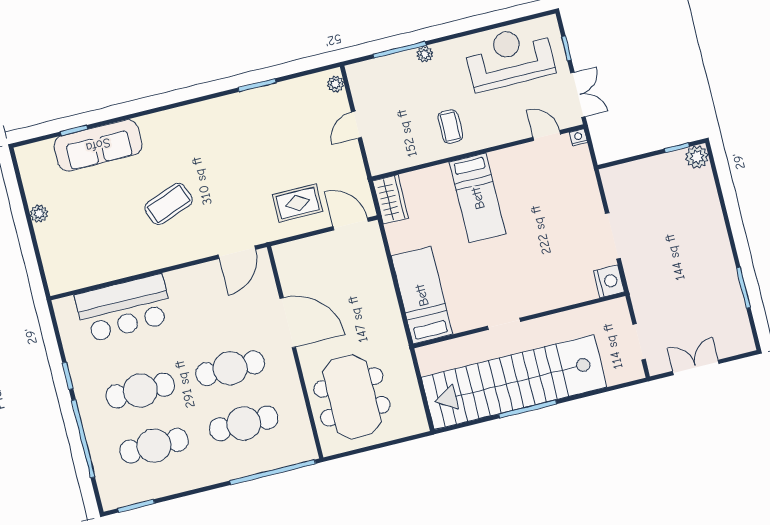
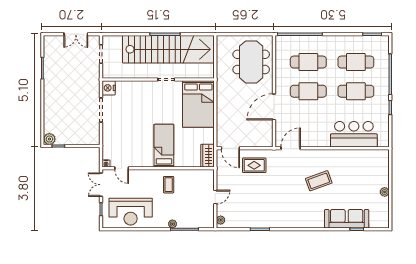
bed: (422, 295) -> (198, 104), width x1.50
door: (288, 323) -> (274, 107), hinge flipped

